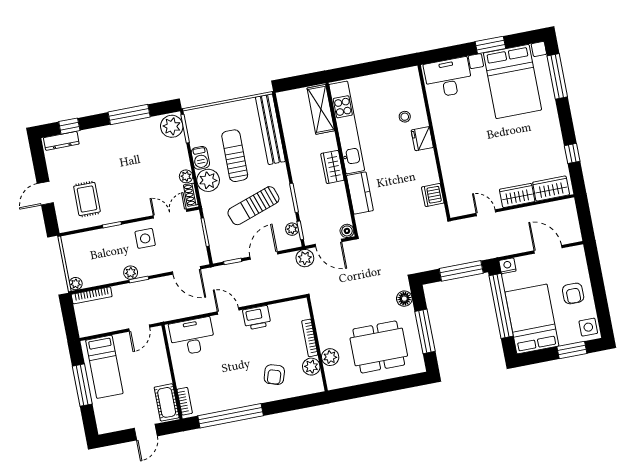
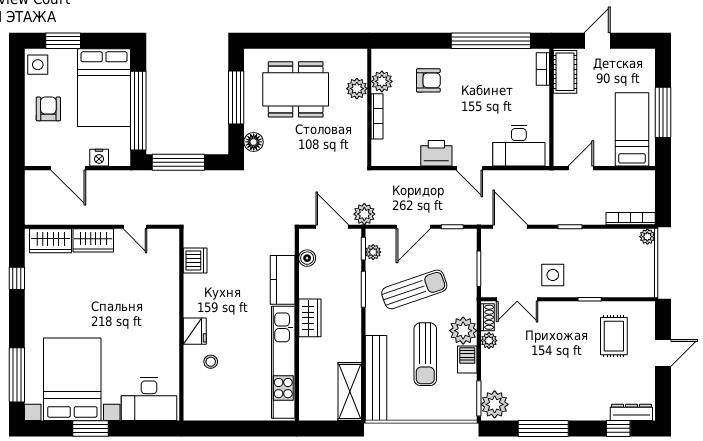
shelving: (321, 109) -> (350, 392), moved
boiler: (347, 231) -> (307, 258), moved
nightstand: (508, 266) -> (99, 158), moved
plant: (131, 273) -> (578, 237), removed
armchair: (274, 375) -> (428, 80), turned 73

